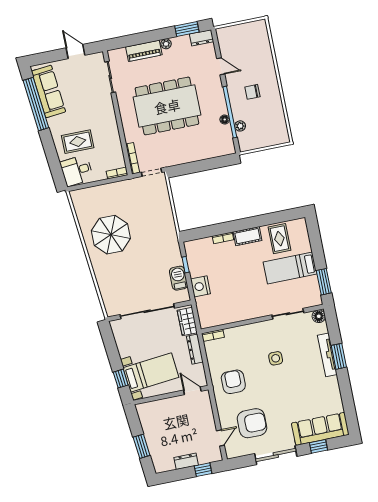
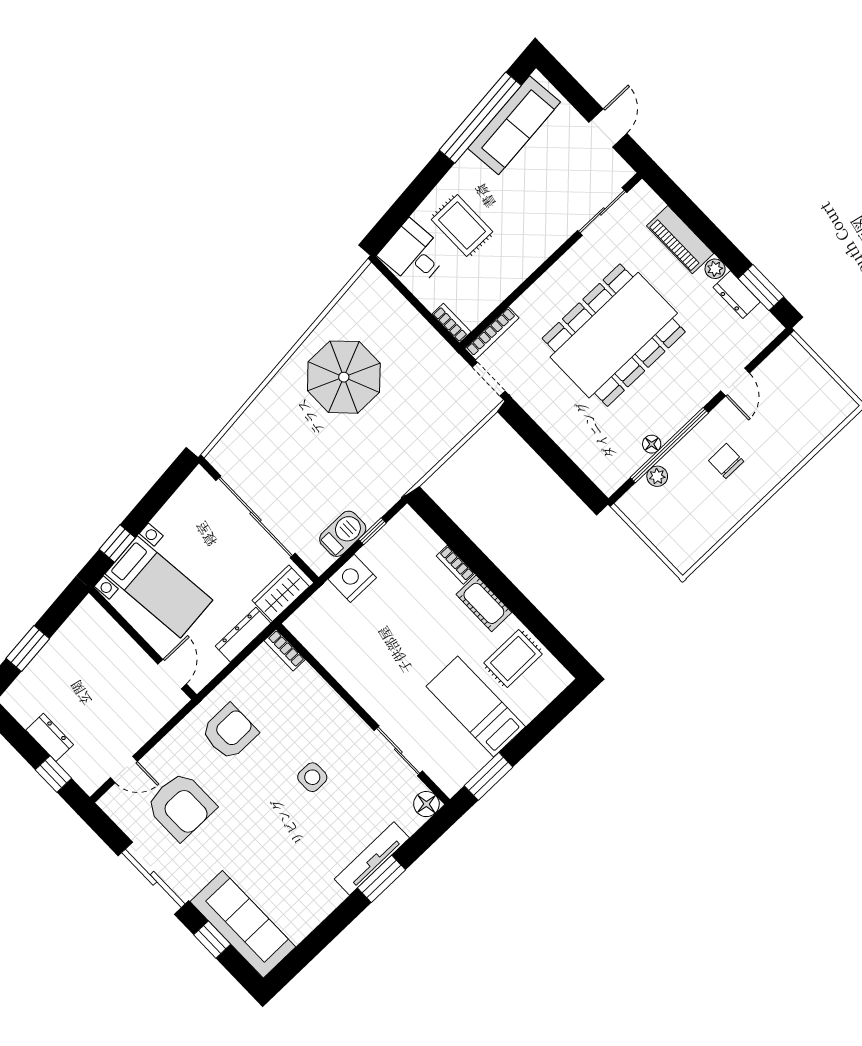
dresser: (202, 38) -> (737, 295), moved
dining table: (167, 106) -> (614, 335), turned 90

